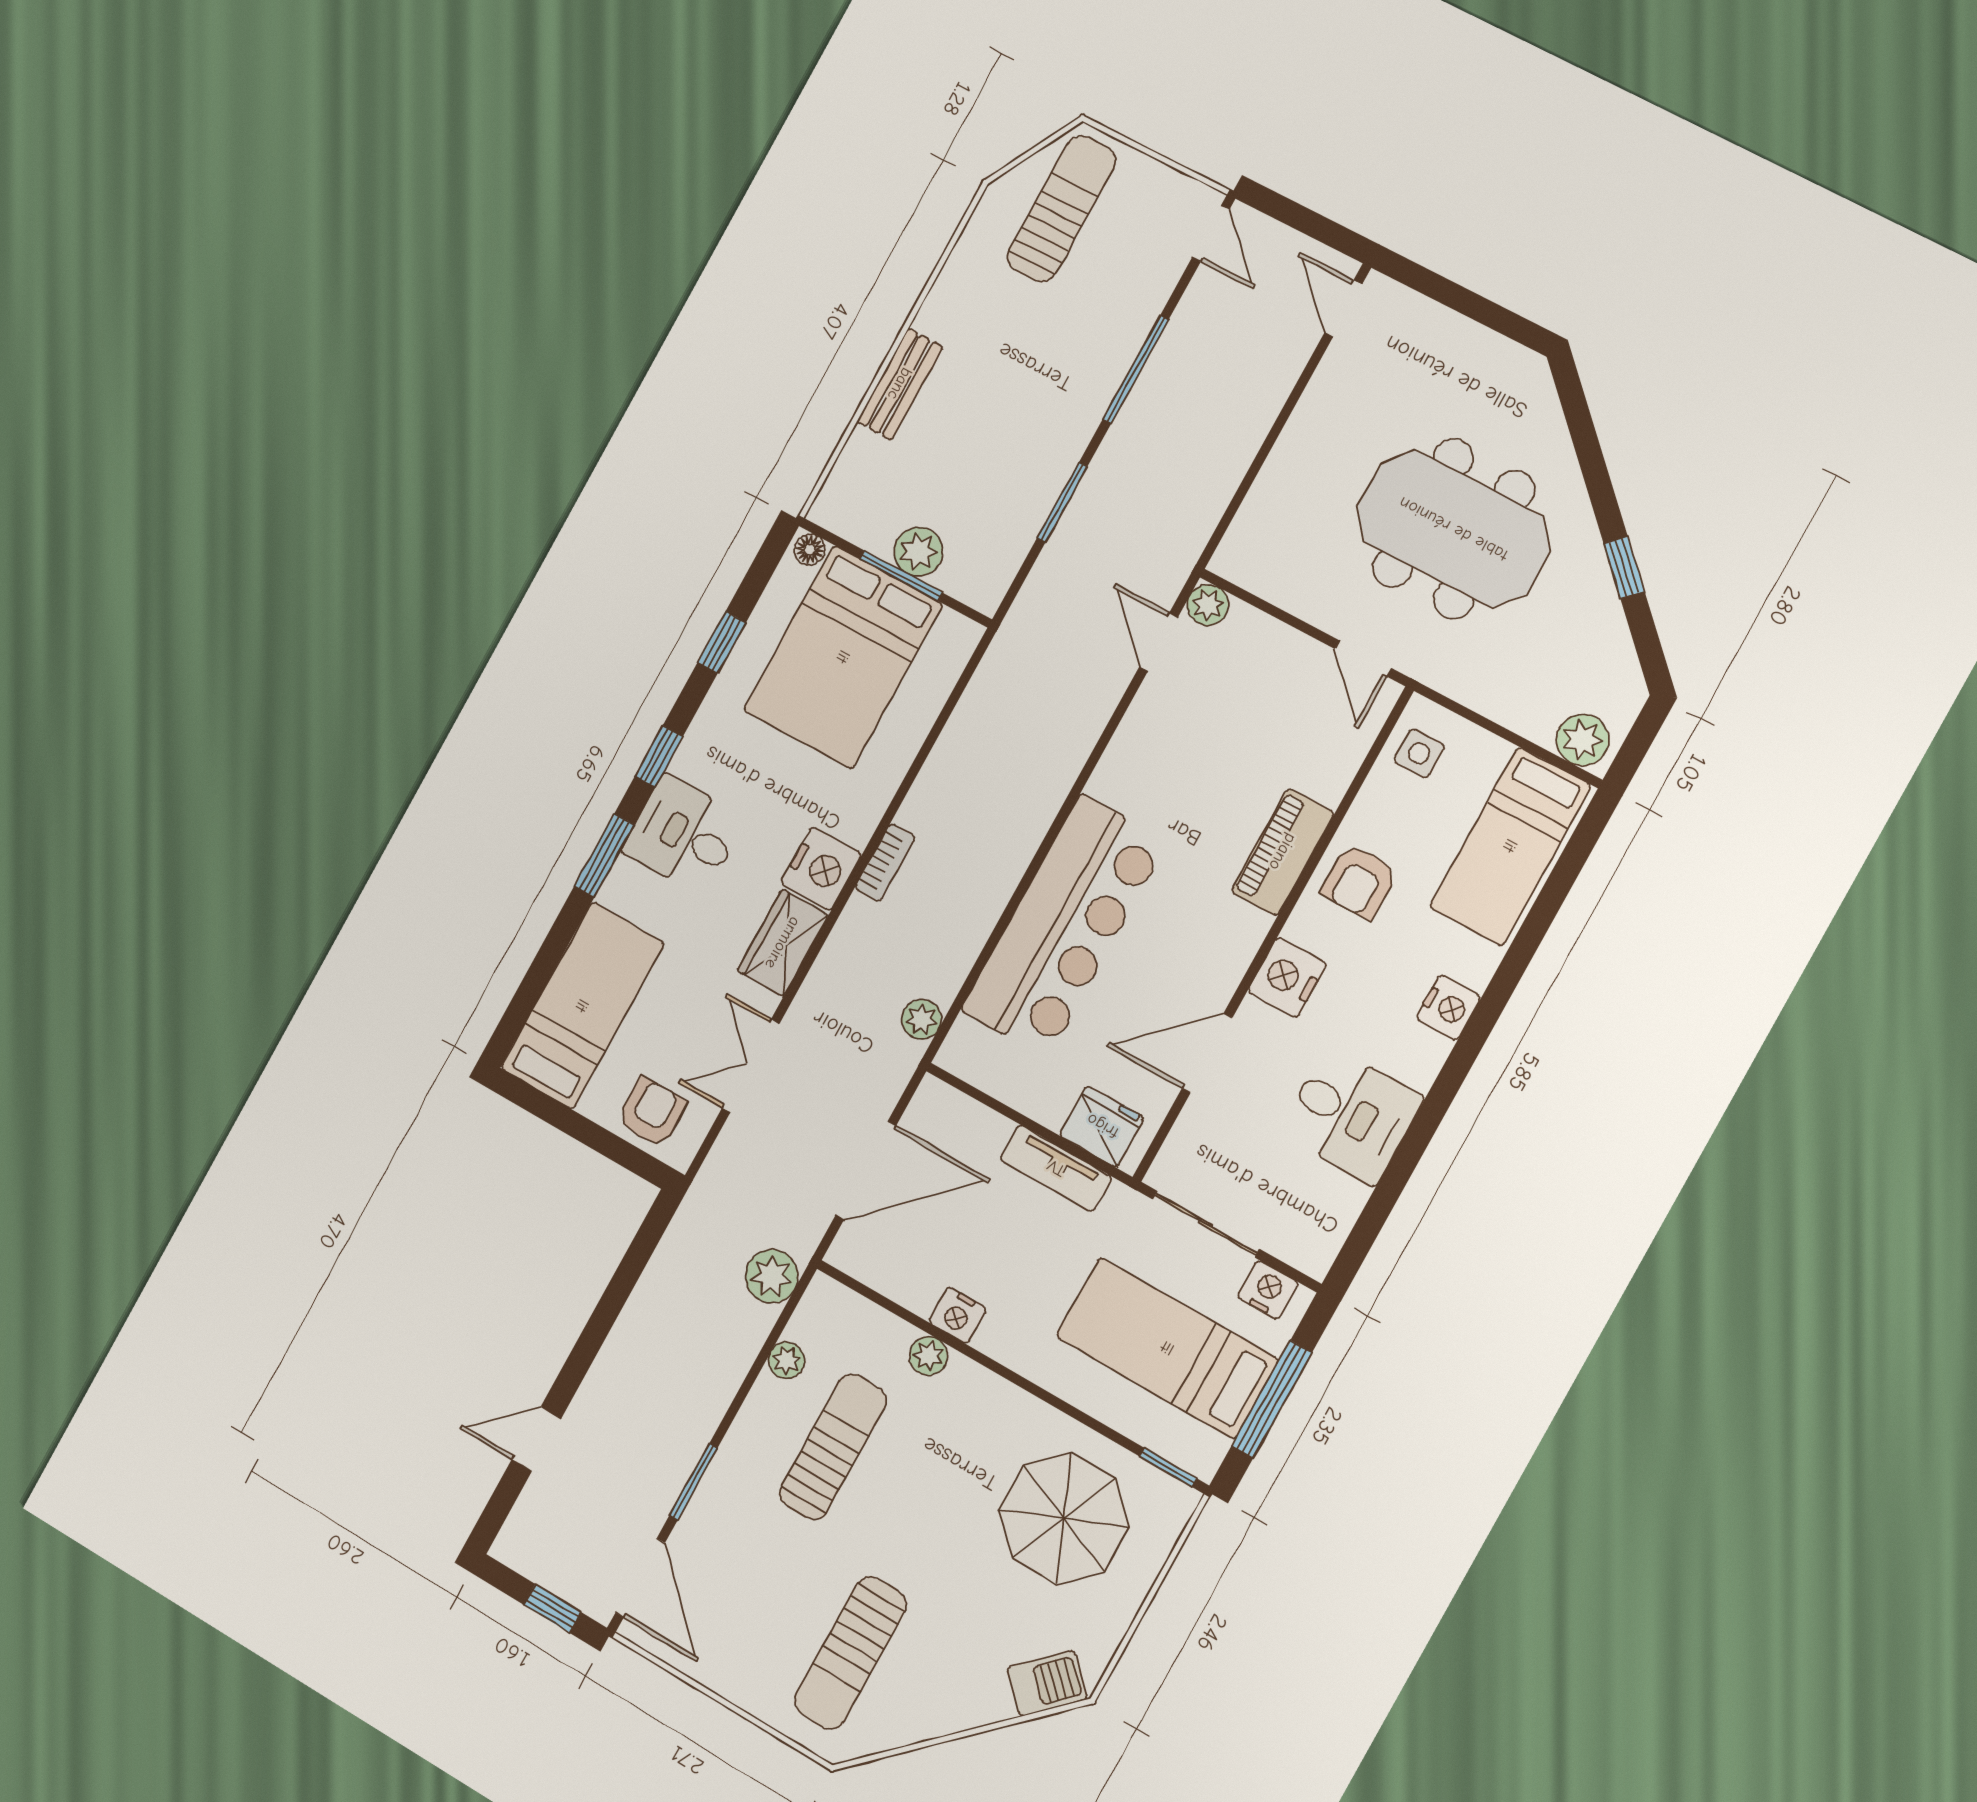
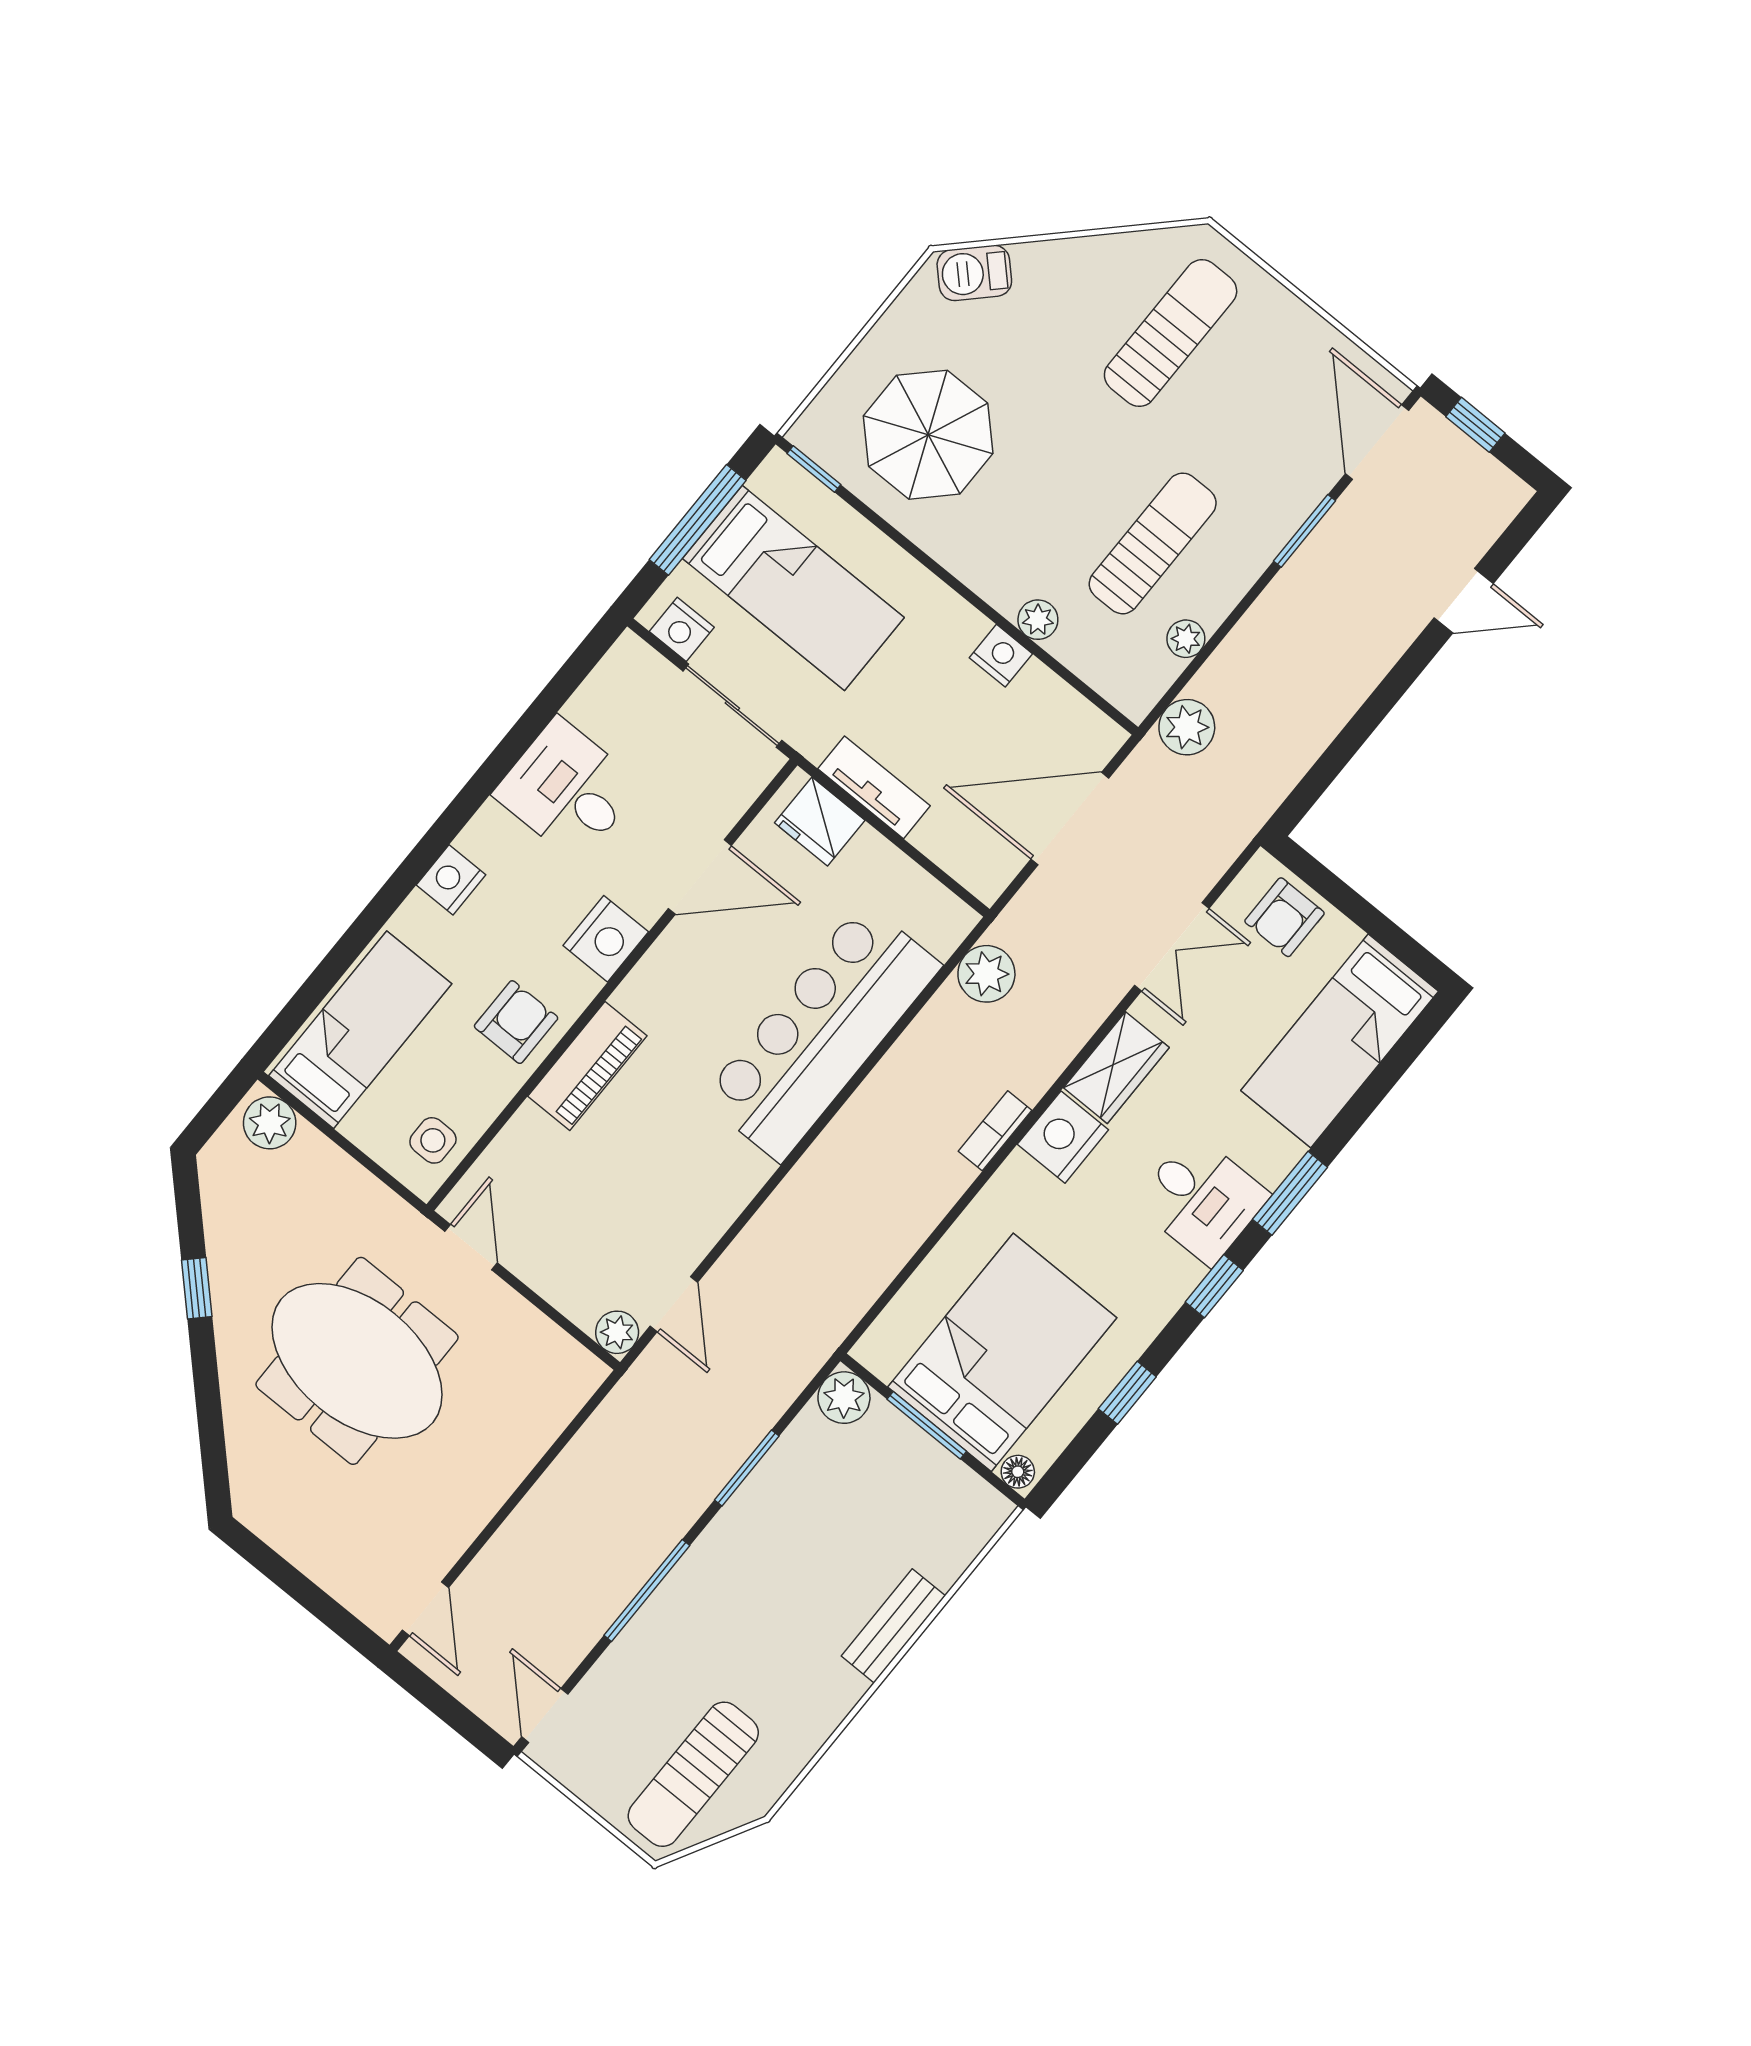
plant: (918, 551) -> (844, 1398), moved
plant: (922, 1019) -> (986, 974), width x1.38, depth x1.38
sun lounger: (833, 1447) -> (1153, 543), turned 180

